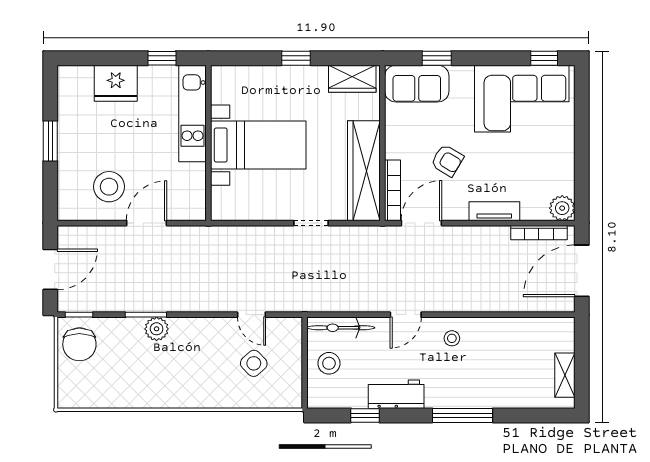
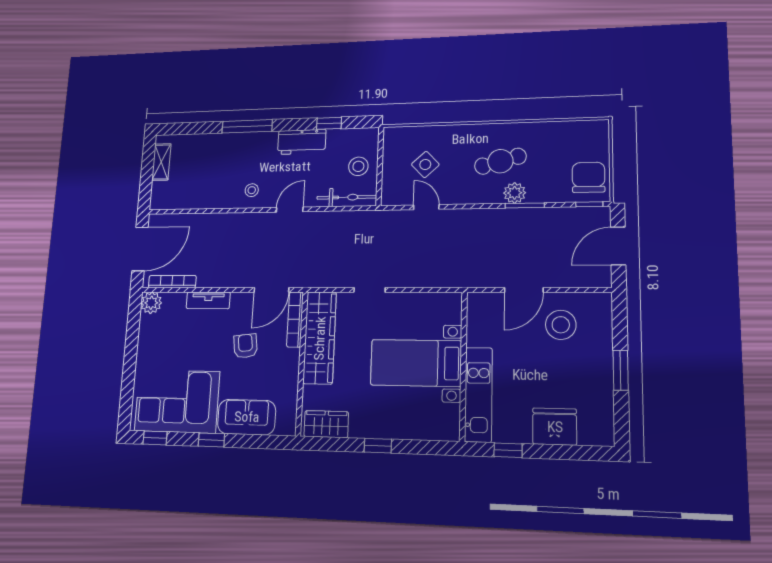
window: (437, 58) -> (211, 440), moved
sofa: (417, 84) -> (247, 417), moved
armchair: (447, 160) -> (245, 346), turned 52
cafe table: (172, 365) -> (500, 161), added

